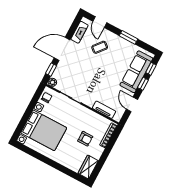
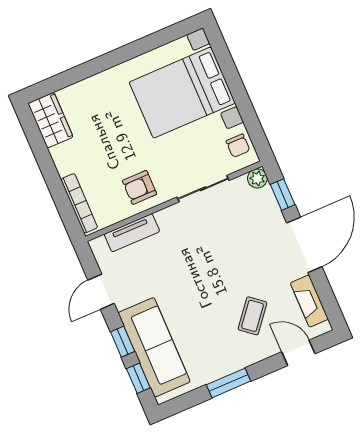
door: (132, 104) -> (101, 292), swing flipped
armchair: (85, 139) -> (140, 187), moved

